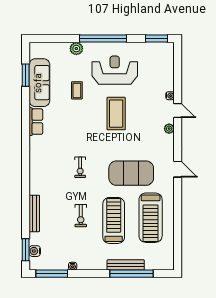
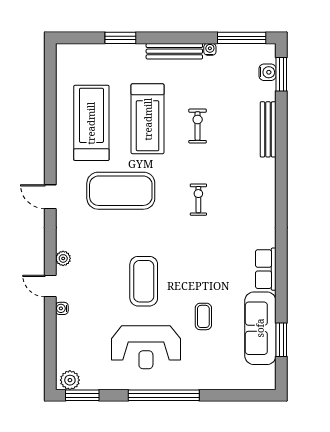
plant: (76, 49) -> (70, 380), moved
bench: (126, 265) -> (174, 51), moved
window: (132, 274) -> (120, 38), width x0.47

